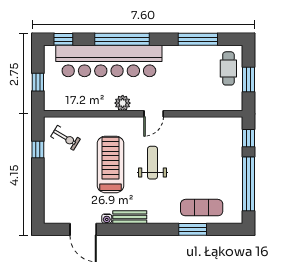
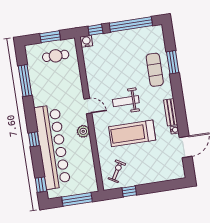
window: (122, 39) -> (34, 139), width x0.32
cafe table: (228, 68) -> (56, 56), moved
window: (38, 82) -> (77, 199), width x2.17
water cooler: (236, 125) -> (86, 41), added
exercise mat: (202, 208) -> (155, 70), moved

